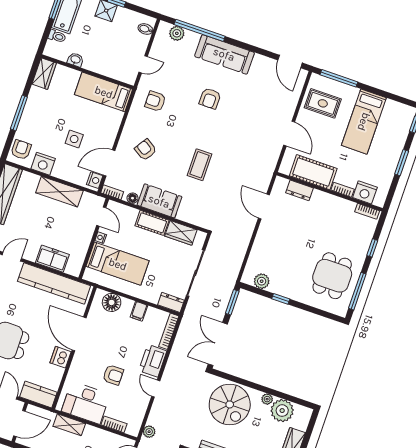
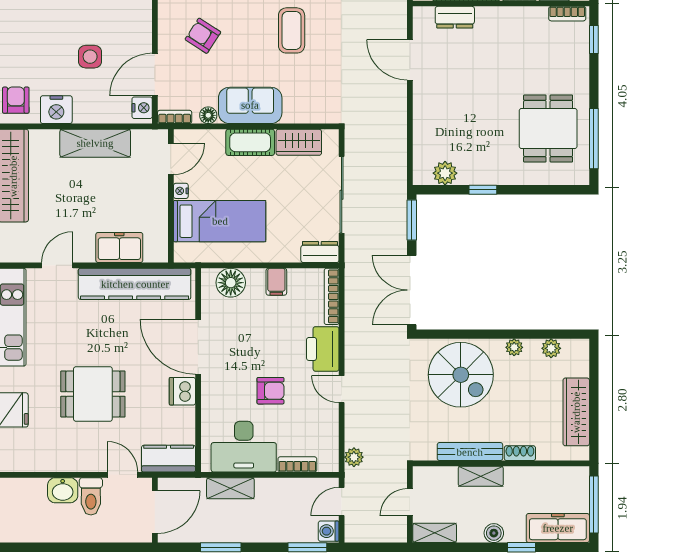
door: (101, 217) -> (171, 159), hinge flipped
window: (372, 248) -> (594, 40), moved
plant: (282, 411) -> (551, 348), width x0.53, depth x0.53

